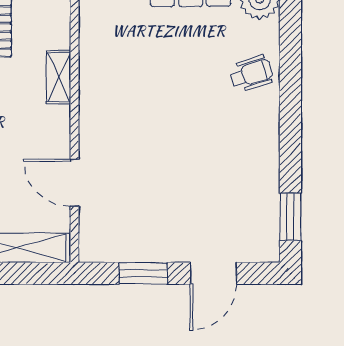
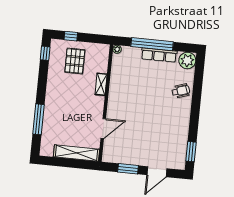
door: (74, 183) -> (103, 129), swing flipped

